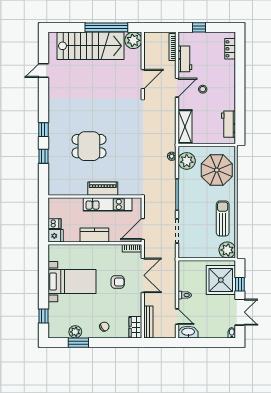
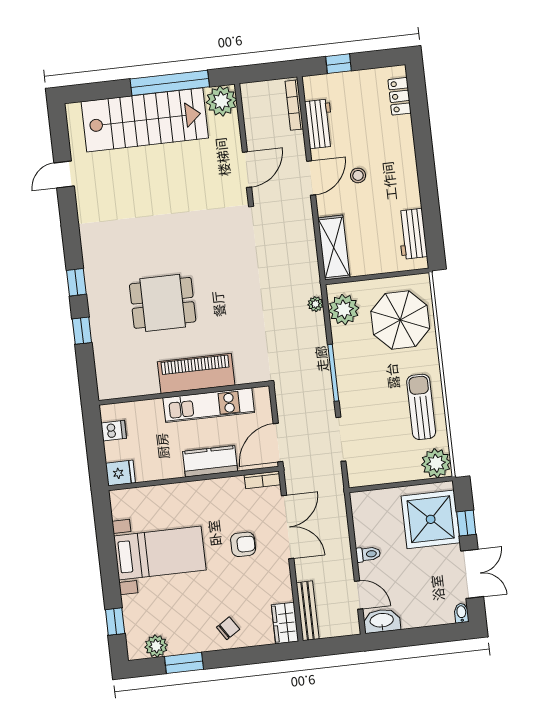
piano: (103, 189) -> (196, 373), width x1.37, depth x1.33
dishwasher: (54, 224) -> (114, 431), moved
kitchen counter: (94, 235) -> (210, 461), moved
plant: (75, 332) -> (156, 646), moved

